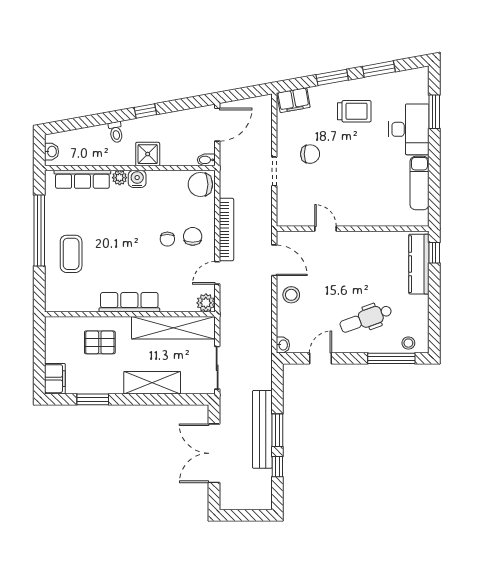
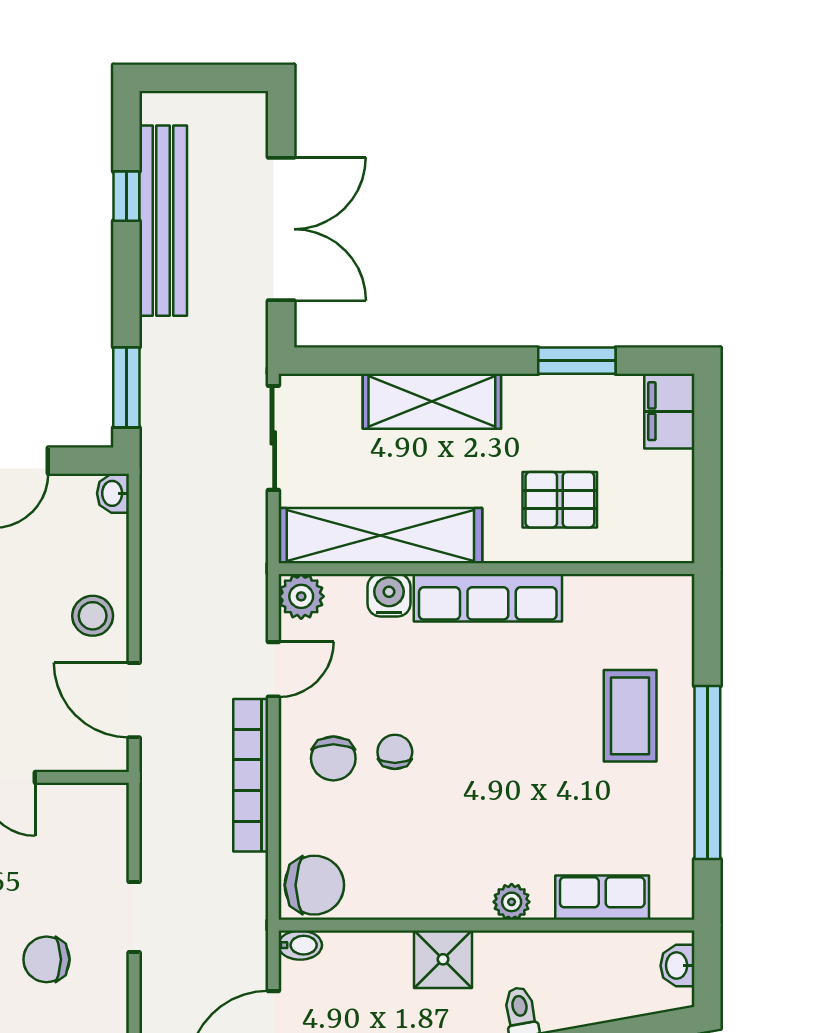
row of seats: (82, 179) -> (602, 898), width x0.68
water cooler: (137, 179) -> (389, 595), moved, turned 180
bench: (262, 429) -> (163, 221), moved
window: (277, 430) -> (126, 387), moved

